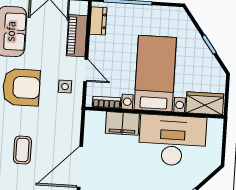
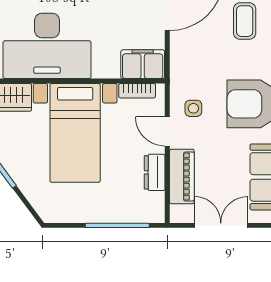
dresser: (98, 21) -> (155, 172), moved
filing cabinet: (122, 123) -> (143, 64), moved

